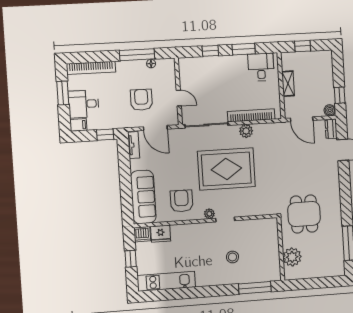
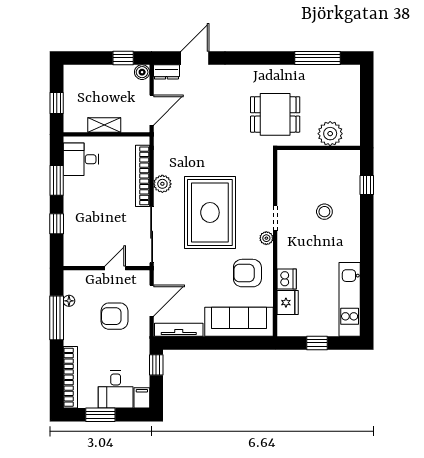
tv unit: (134, 145) -> (179, 330), width x1.41
dishwasher: (142, 234) -> (287, 279), moved
window: (255, 288) -> (367, 185), width x0.46

